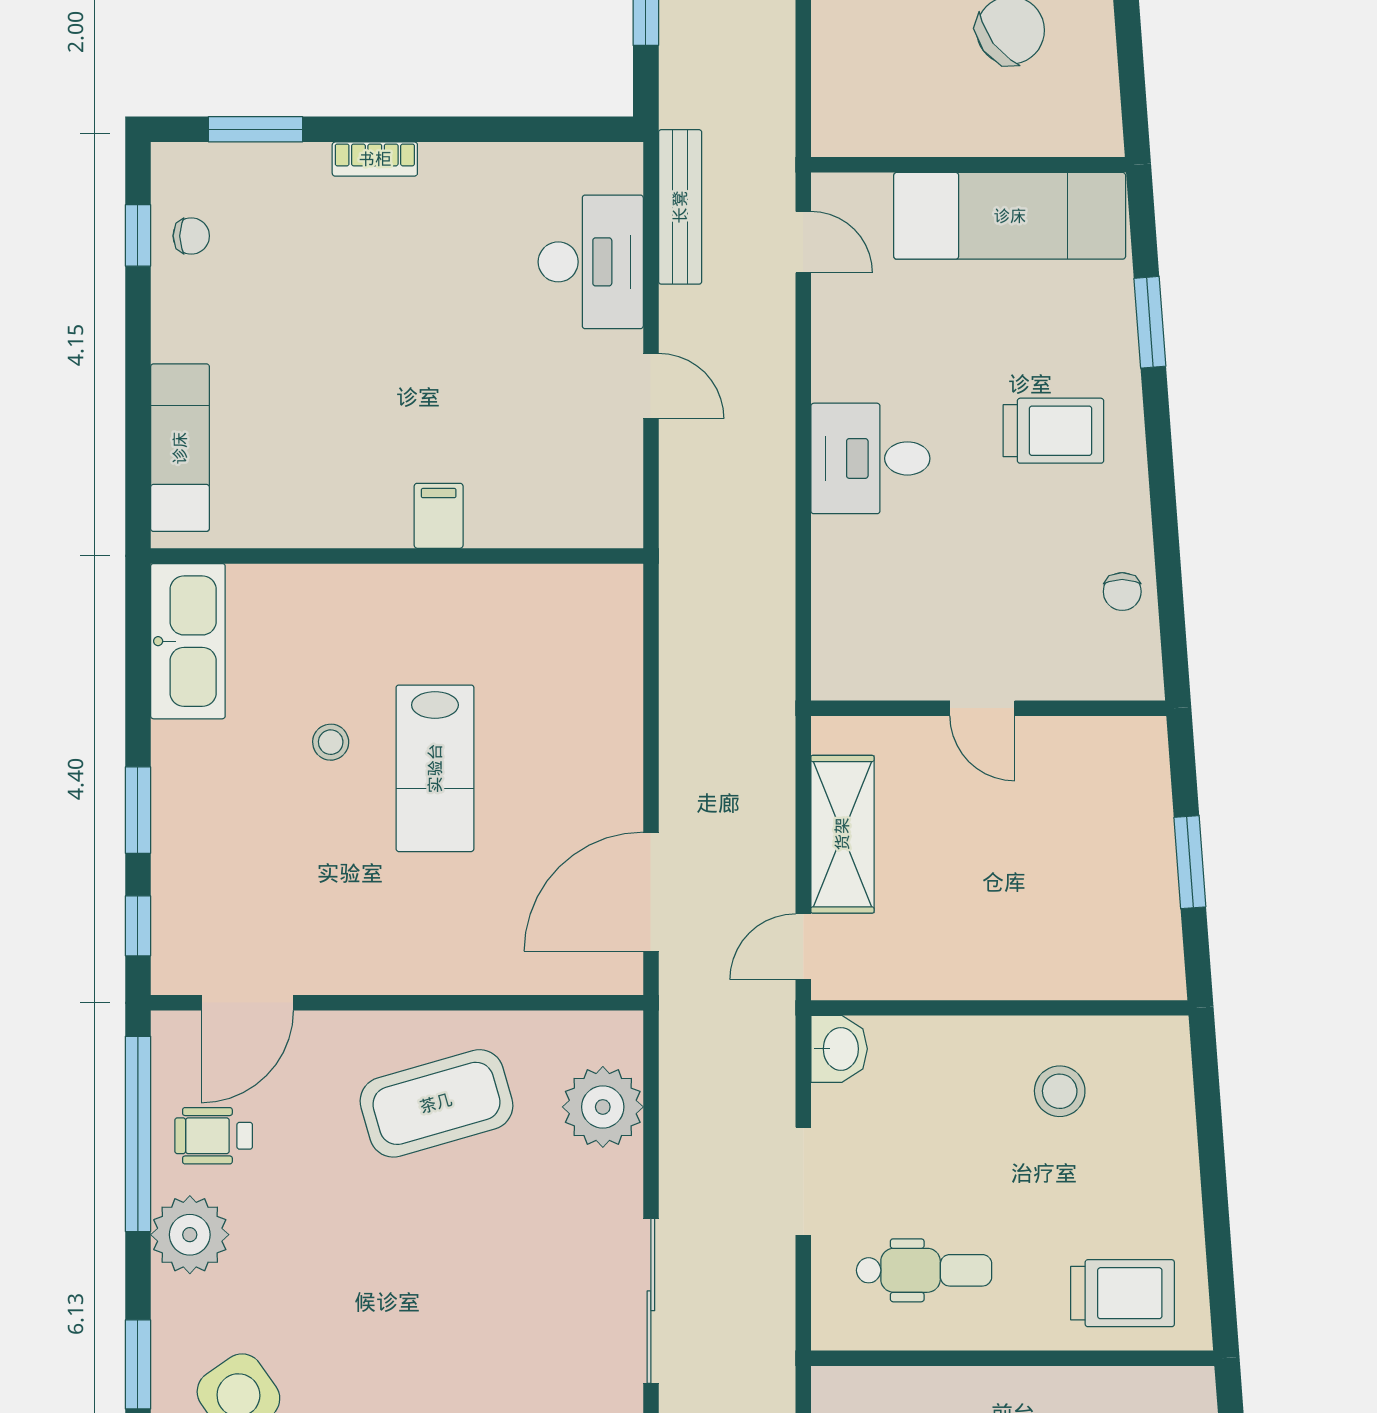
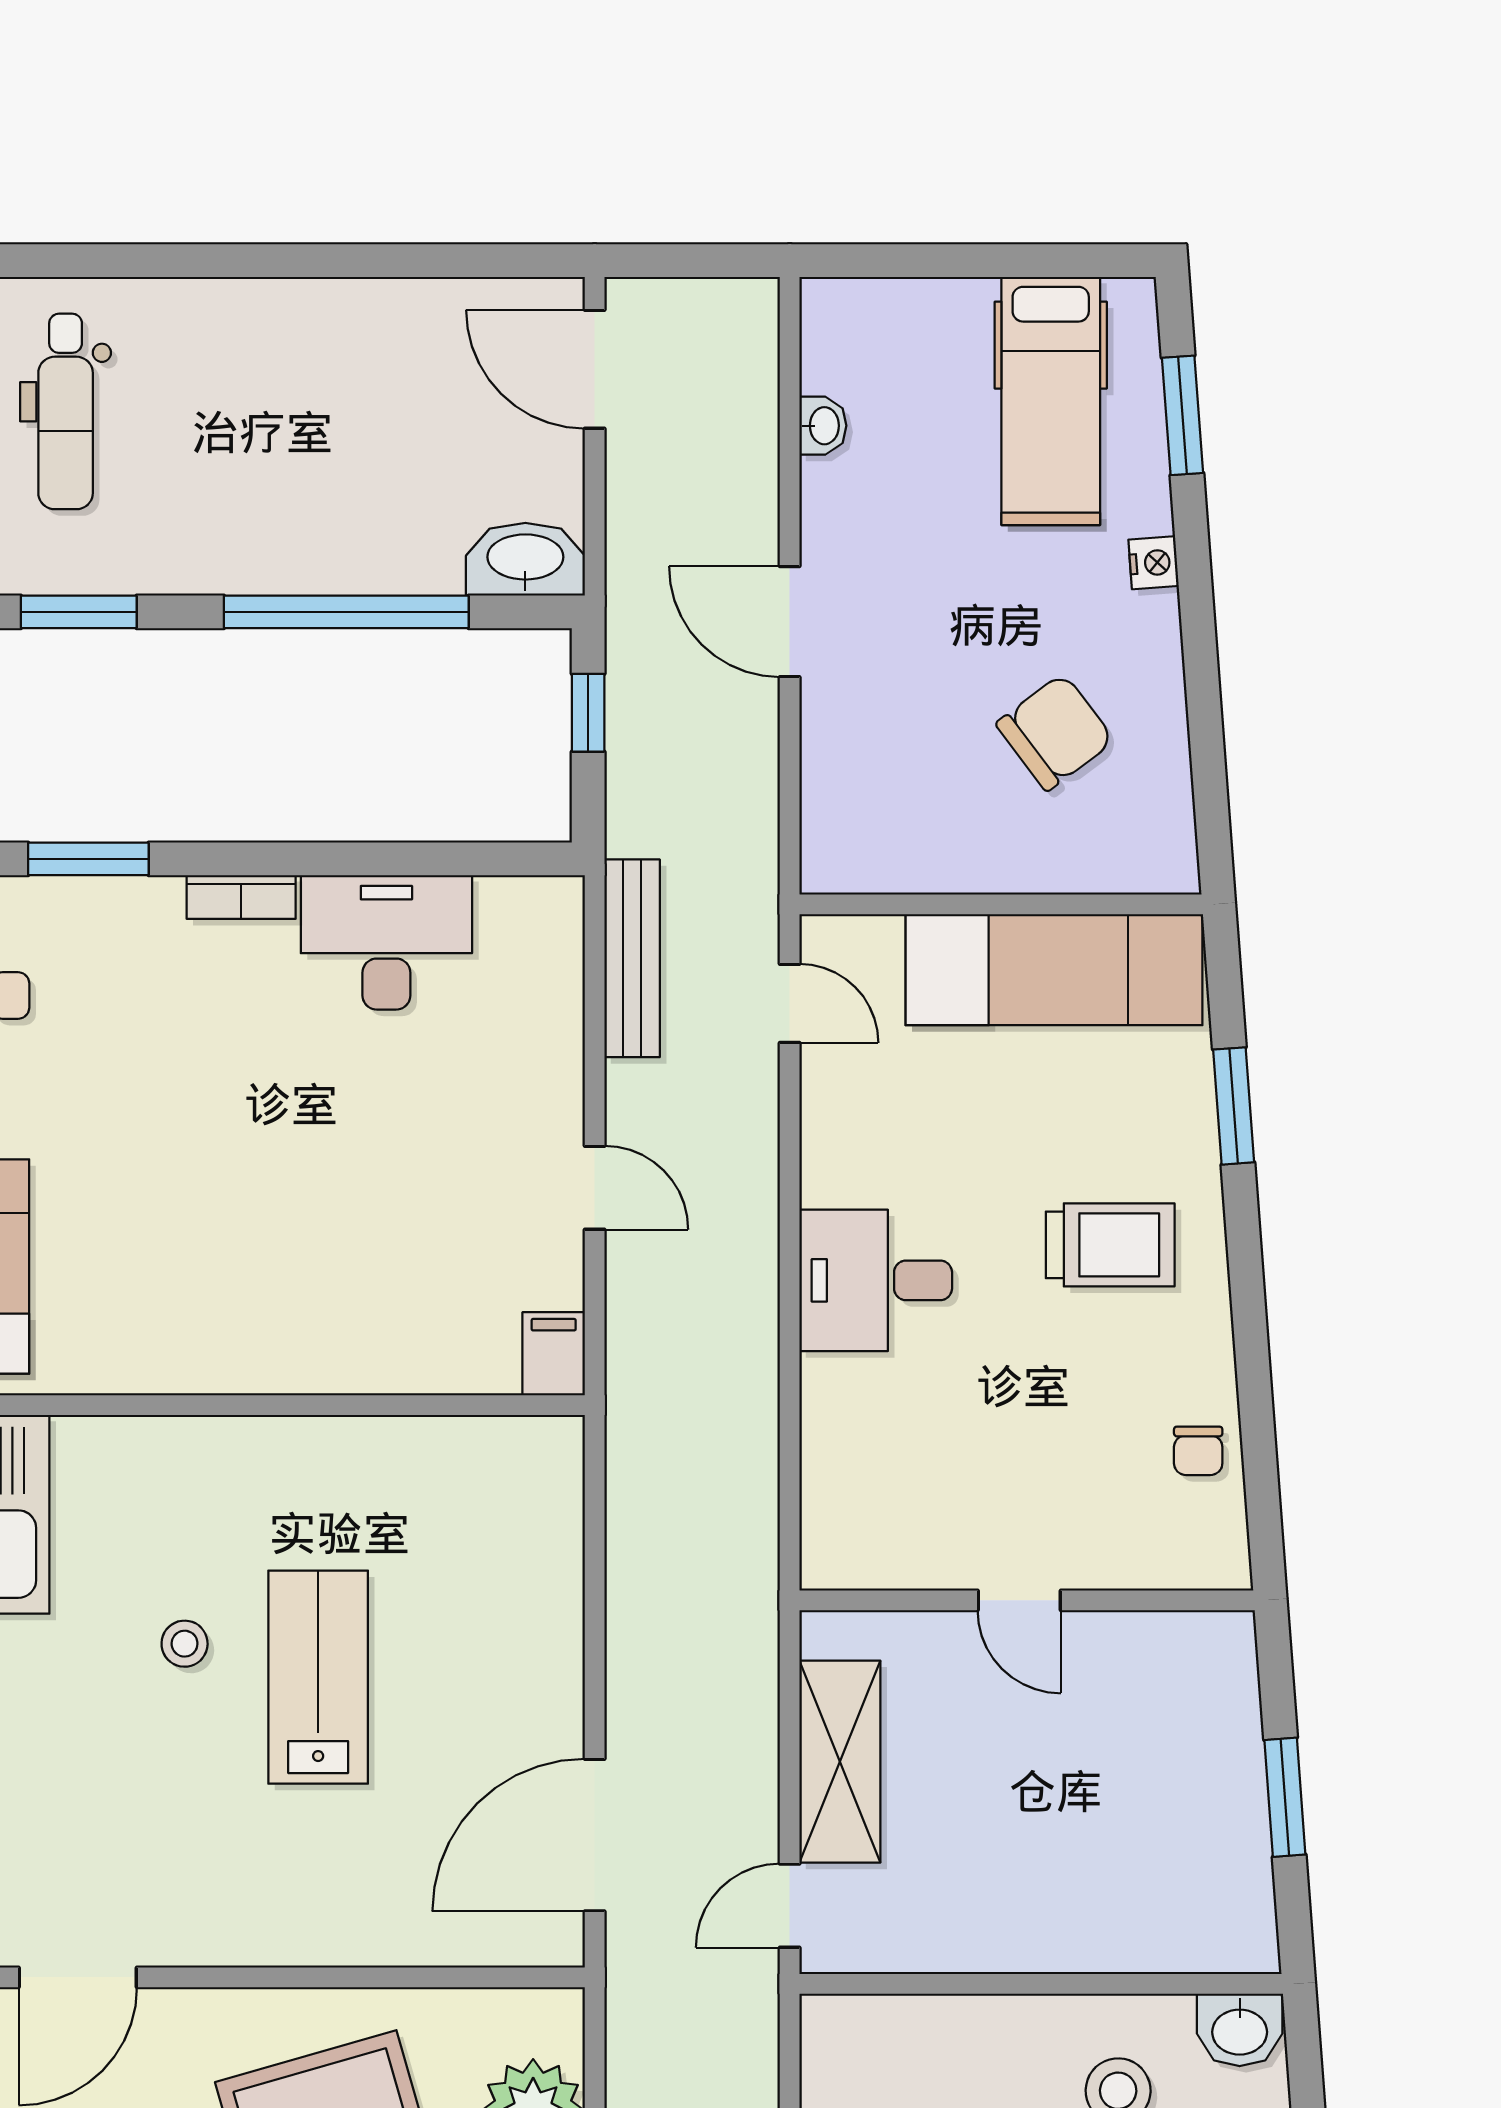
desk: (591, 262) -> (386, 942), moved, turned -90
filing cabinet: (439, 516) -> (554, 1354), moved
lab bench: (435, 768) -> (318, 1677), turned 180
washbasin: (839, 1049) -> (1240, 2030), moved, turned 90

